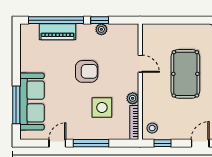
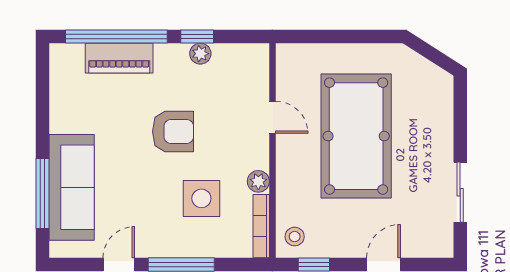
pool table: (185, 74) -> (356, 136), width x1.36, depth x1.32

